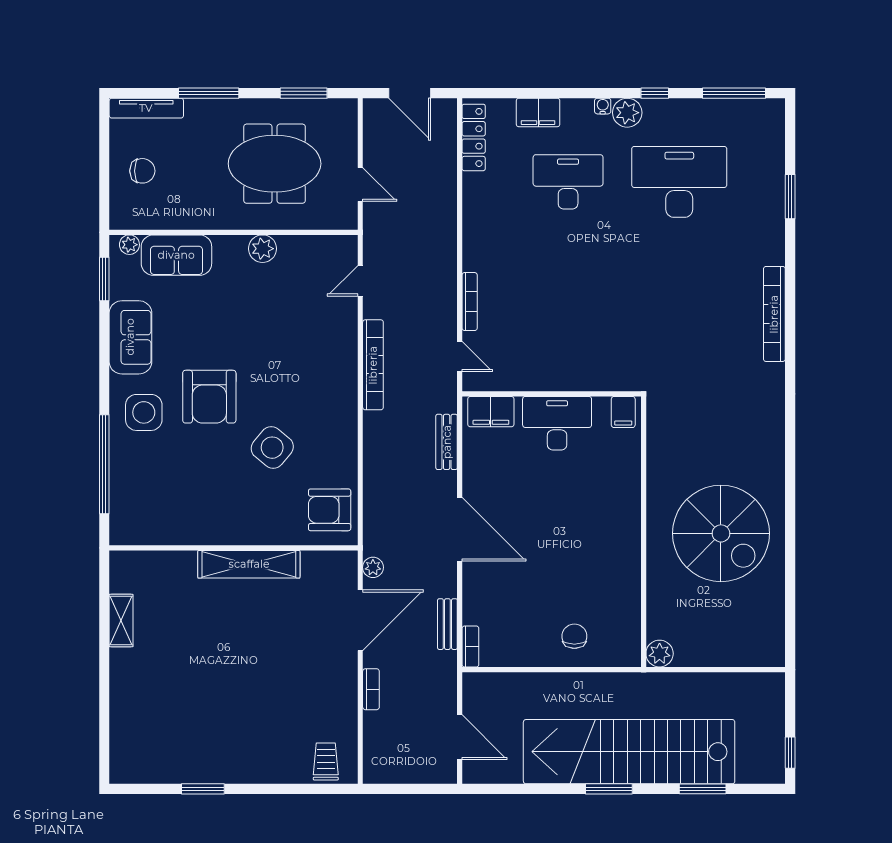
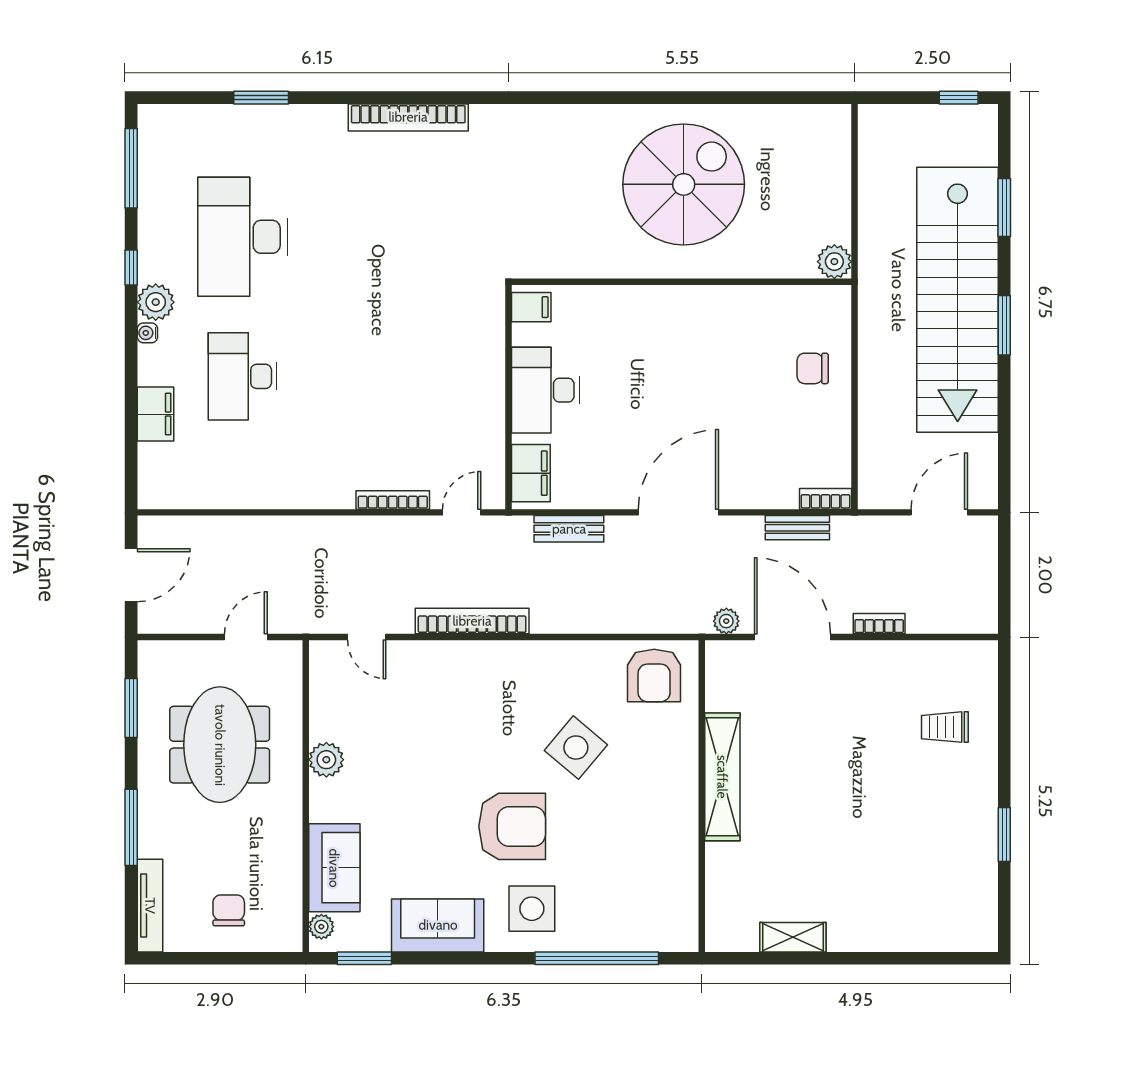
locker: (474, 137) -> (187, 495), removed
trolley: (326, 762) -> (945, 727), moved

